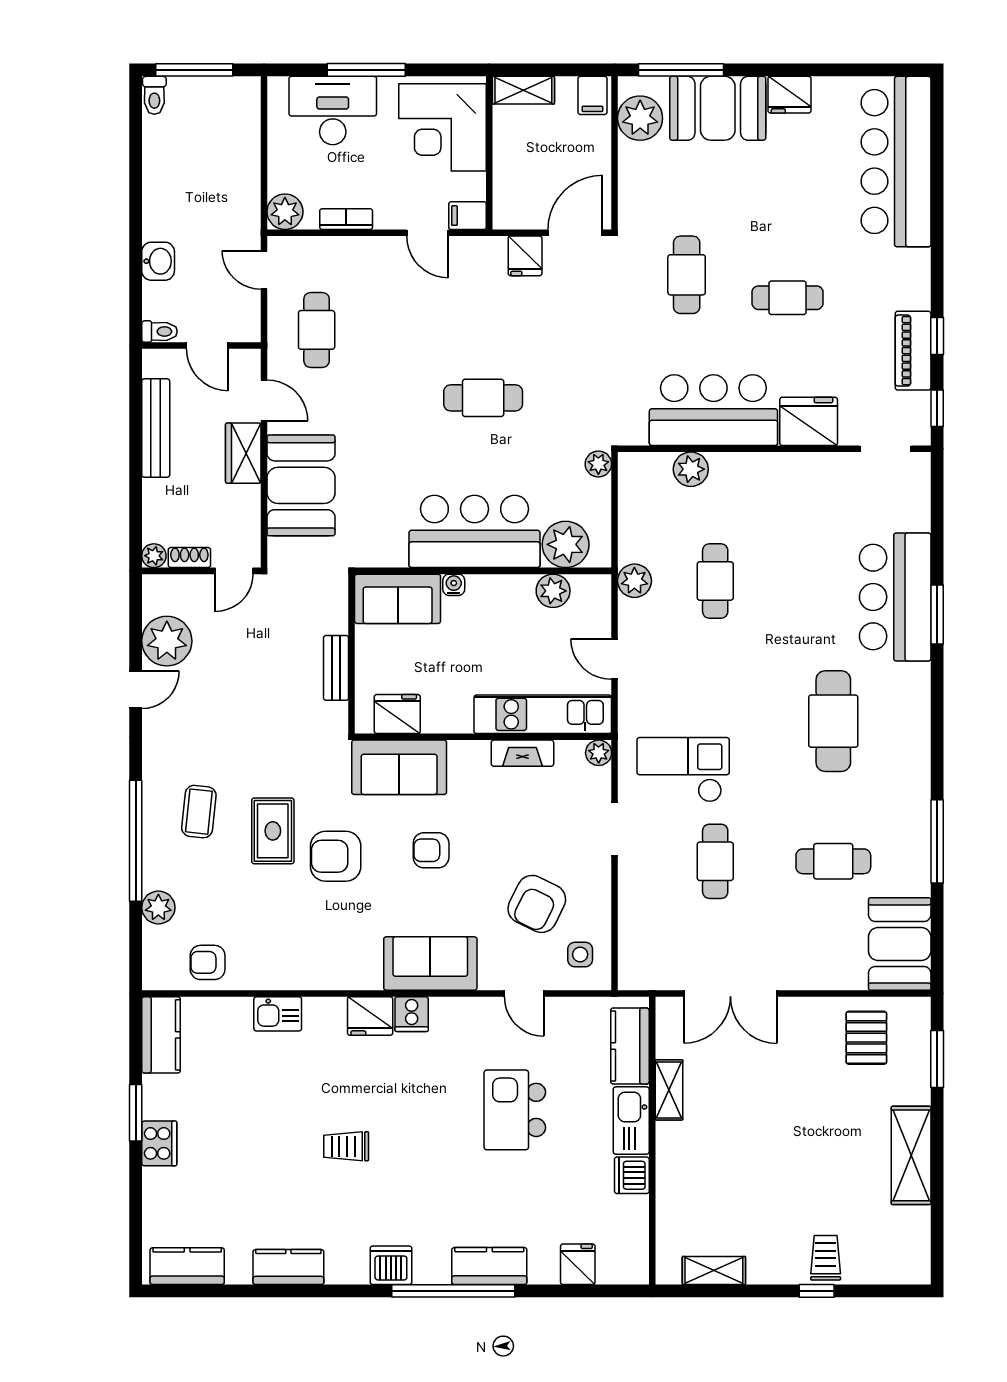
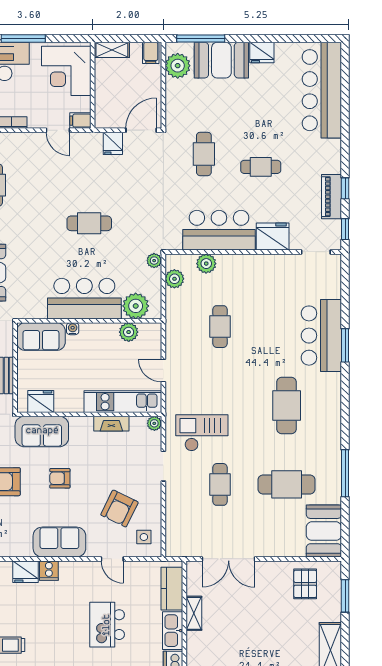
plant: (634, 581) -> (174, 279), moved
cafe table: (833, 861) -> (287, 484), width x1.37, depth x1.35

